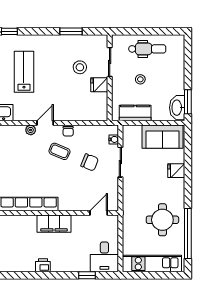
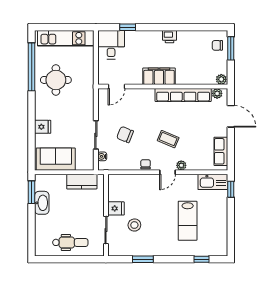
dental chair: (147, 49) -> (70, 242), turned 180
stool: (140, 79) -> (77, 214), removed
washbasin: (177, 108) -> (42, 203), moved
coffee table: (59, 151) -> (168, 139), moved

